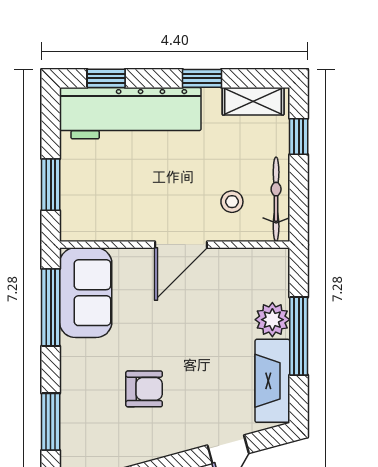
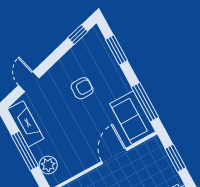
door: (181, 245) -> (114, 156), moved
plant: (272, 320) -> (48, 165), moved
armchair: (144, 389) -> (82, 88), turned 180

